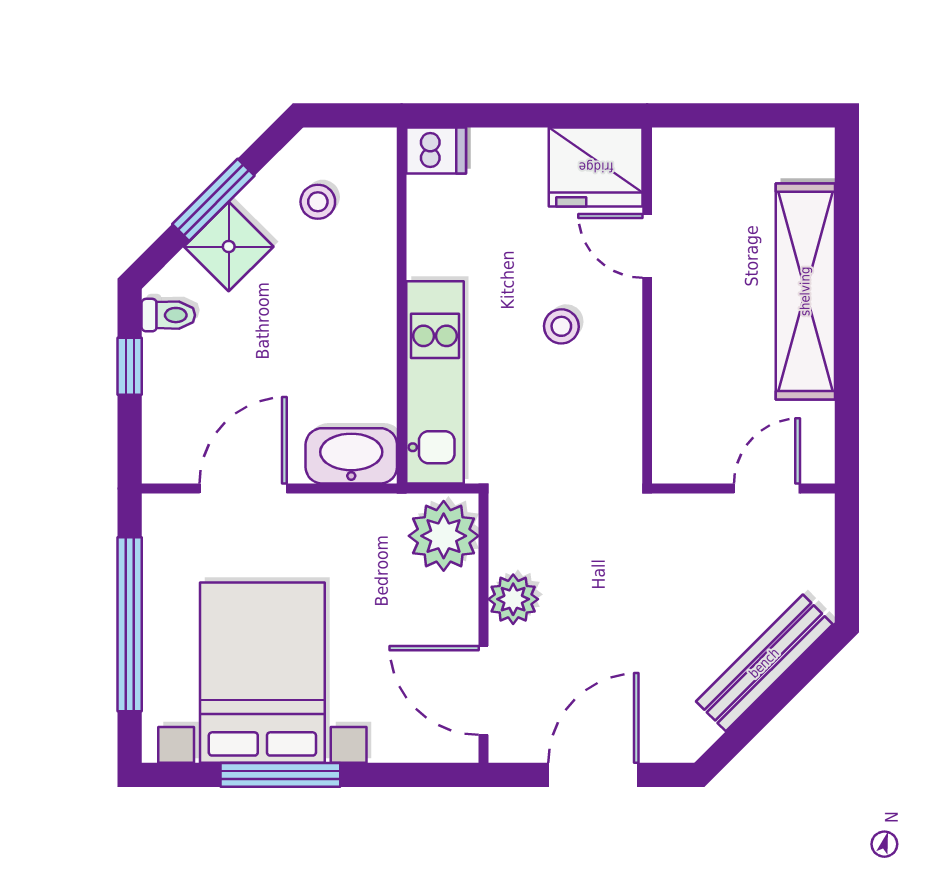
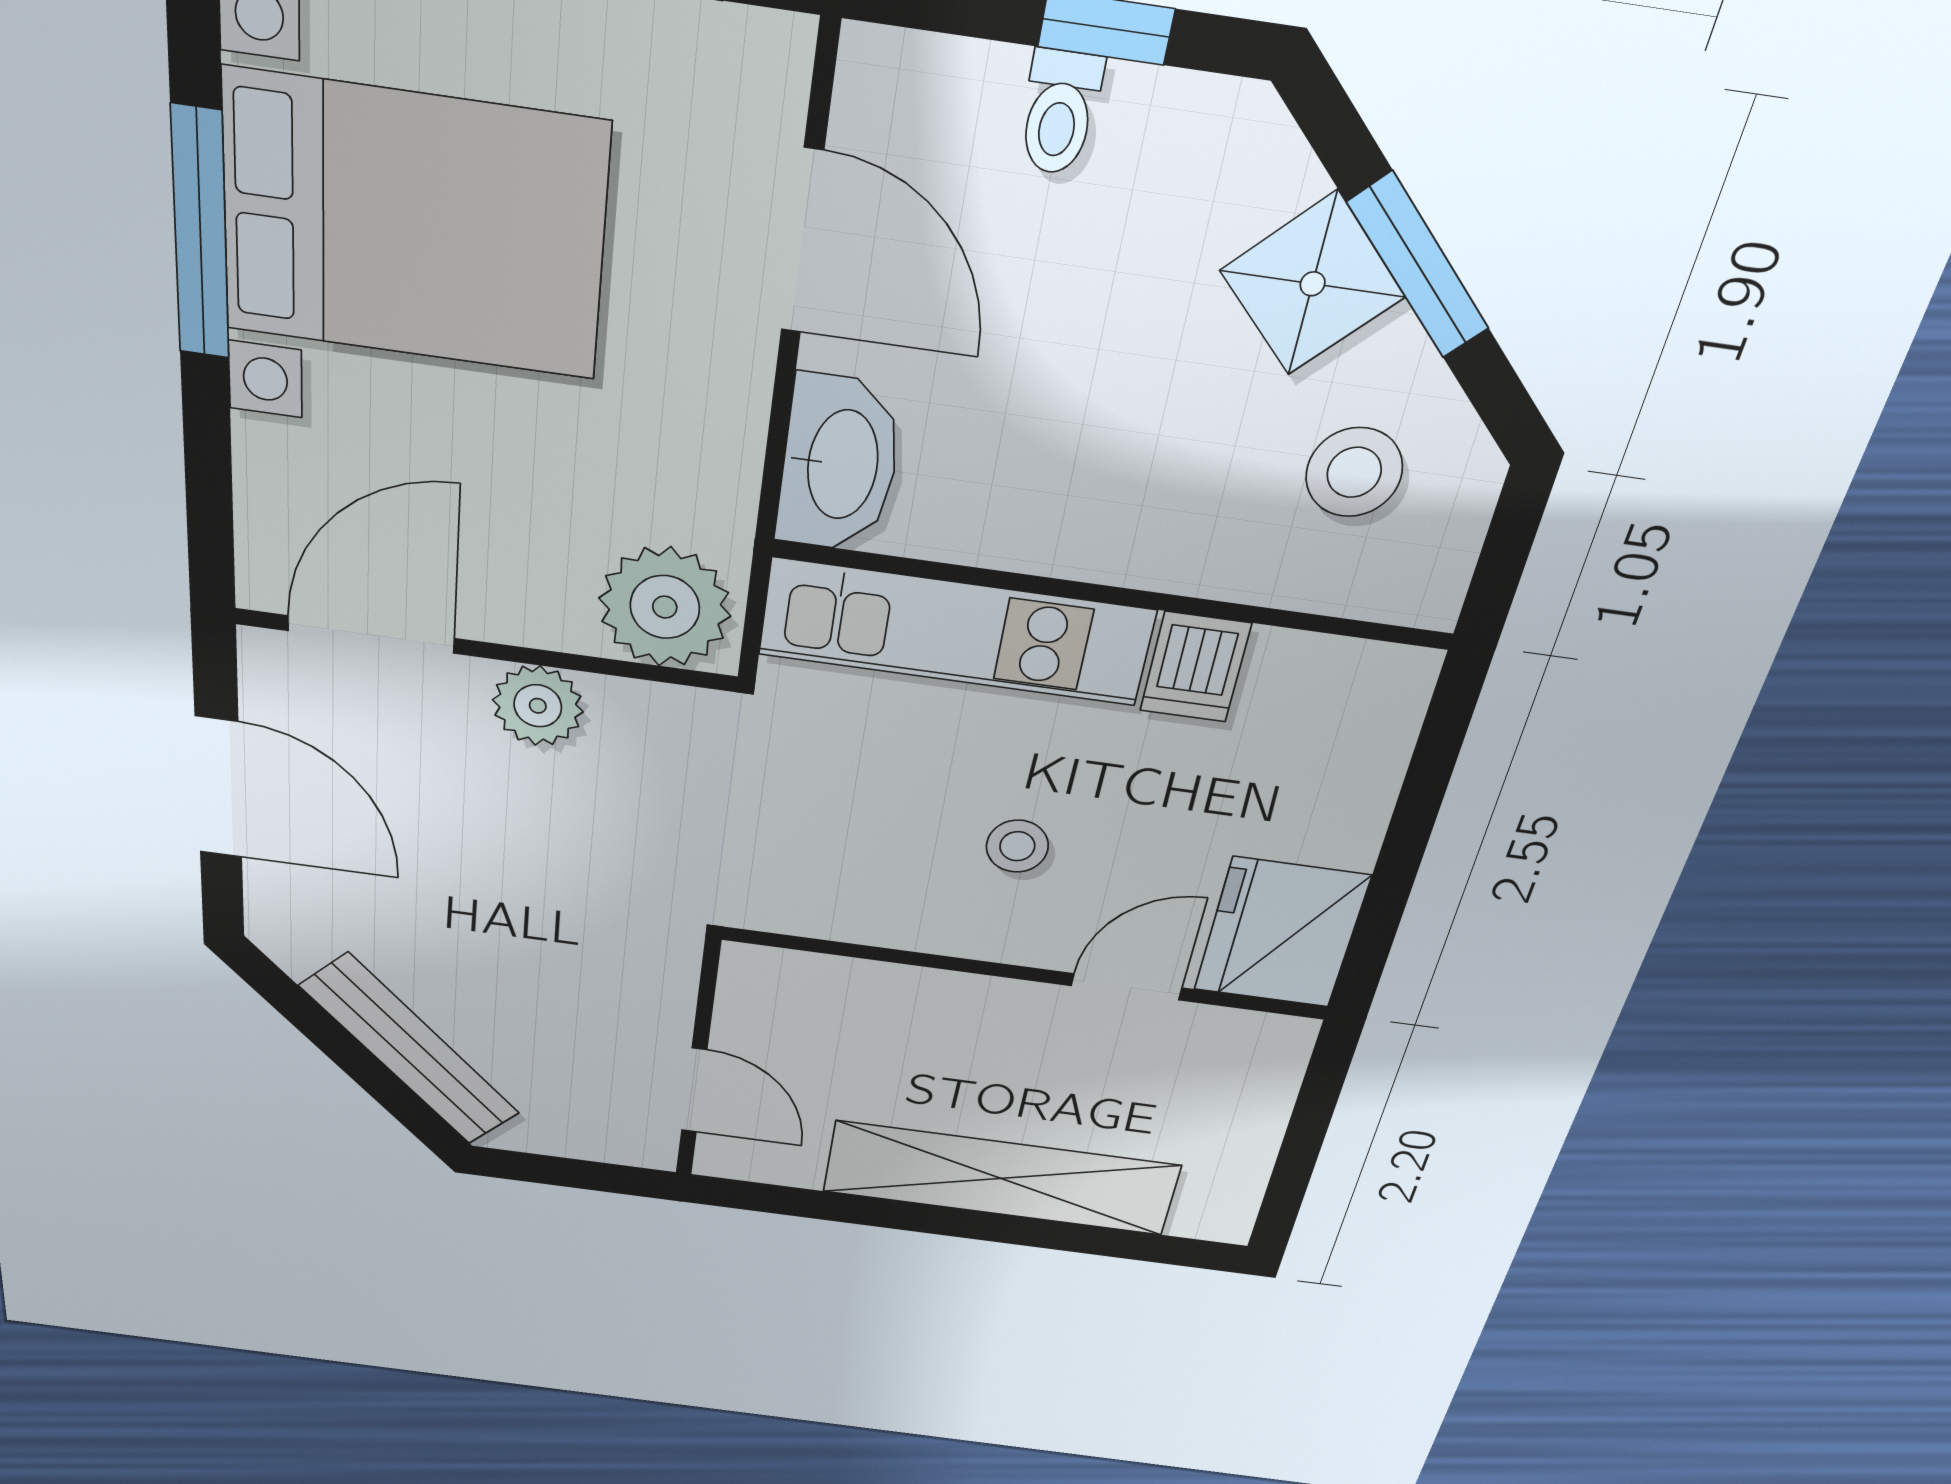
dishwasher: (436, 151) -> (1195, 667), moved
stool: (318, 202) -> (1354, 472), width x1.37, depth x1.37
toilet: (168, 315) -> (1060, 113), moved

